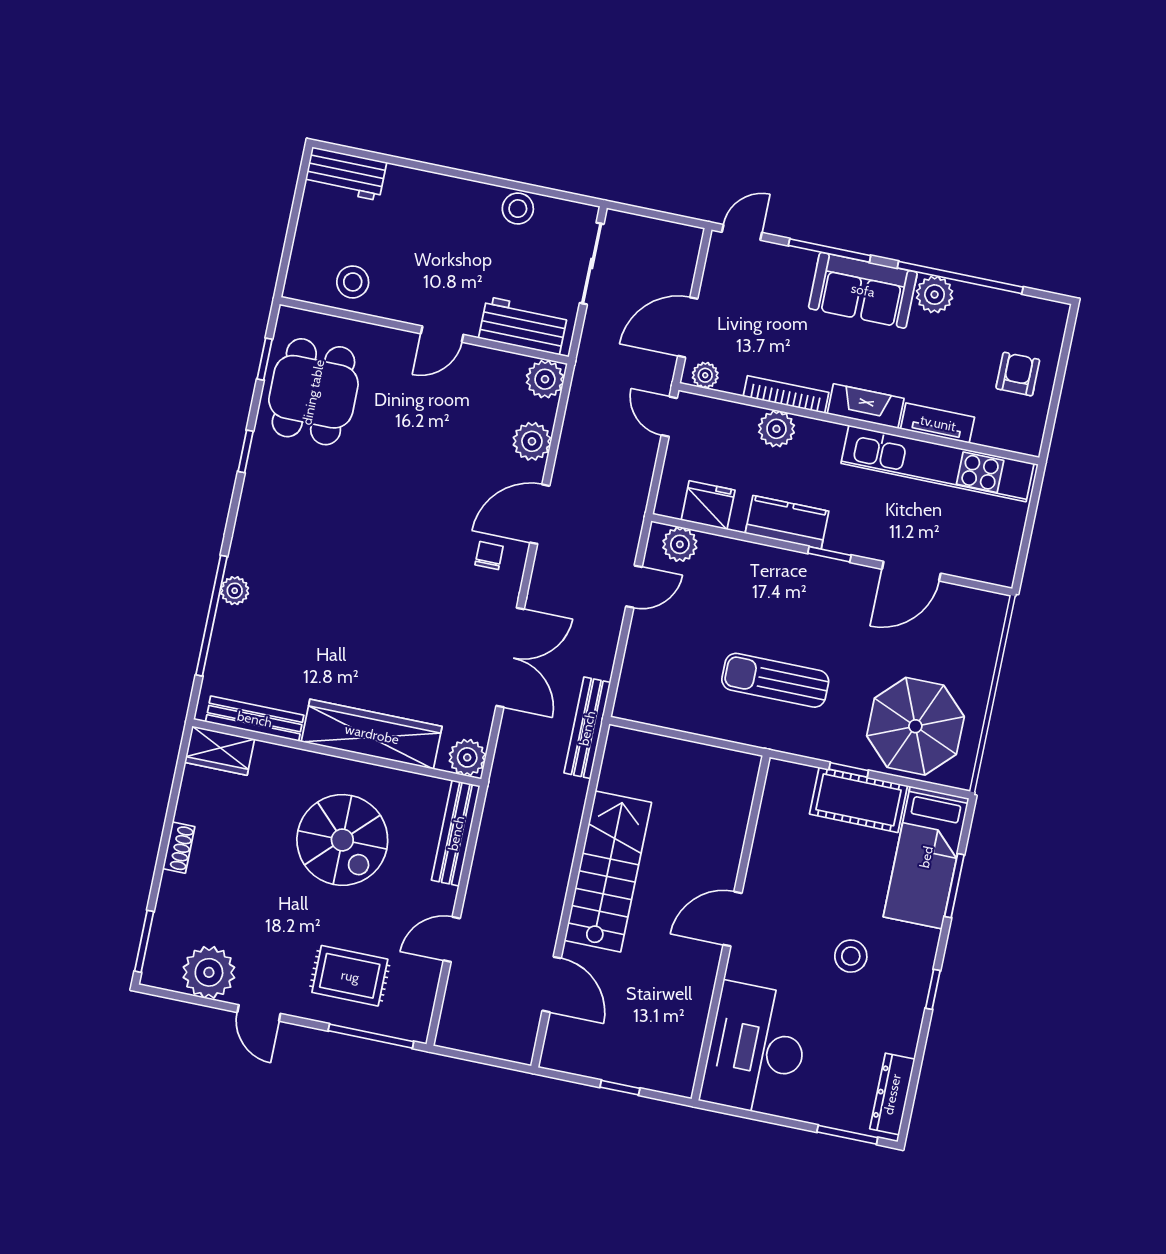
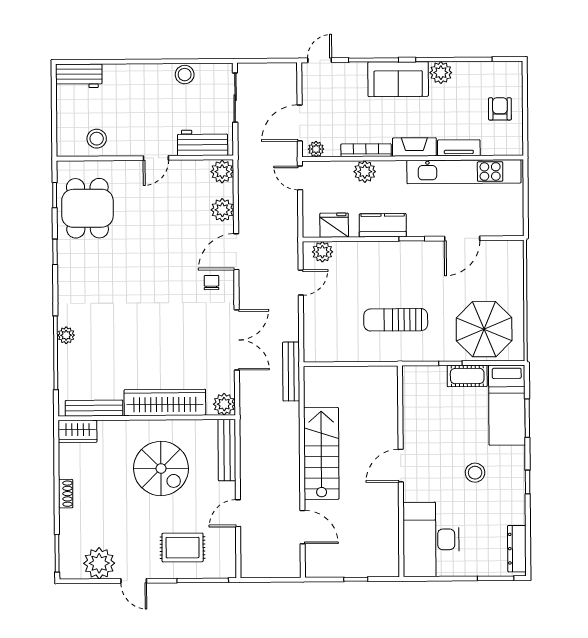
cot: (859, 800) -> (467, 376), width x0.73, depth x0.75

